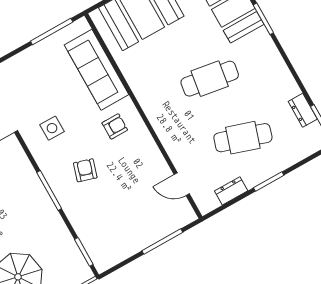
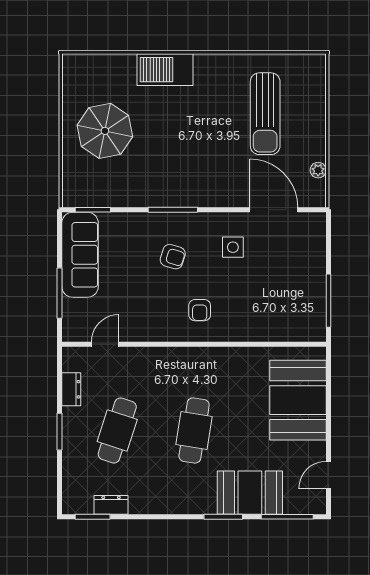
sofa: (96, 70) -> (80, 255), moved, turned 90

